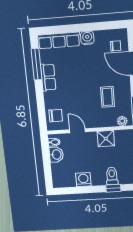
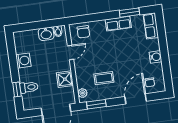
row of seats: (59, 40) -> (151, 26), width x0.68
window: (37, 64) -> (129, 13), width x0.69

